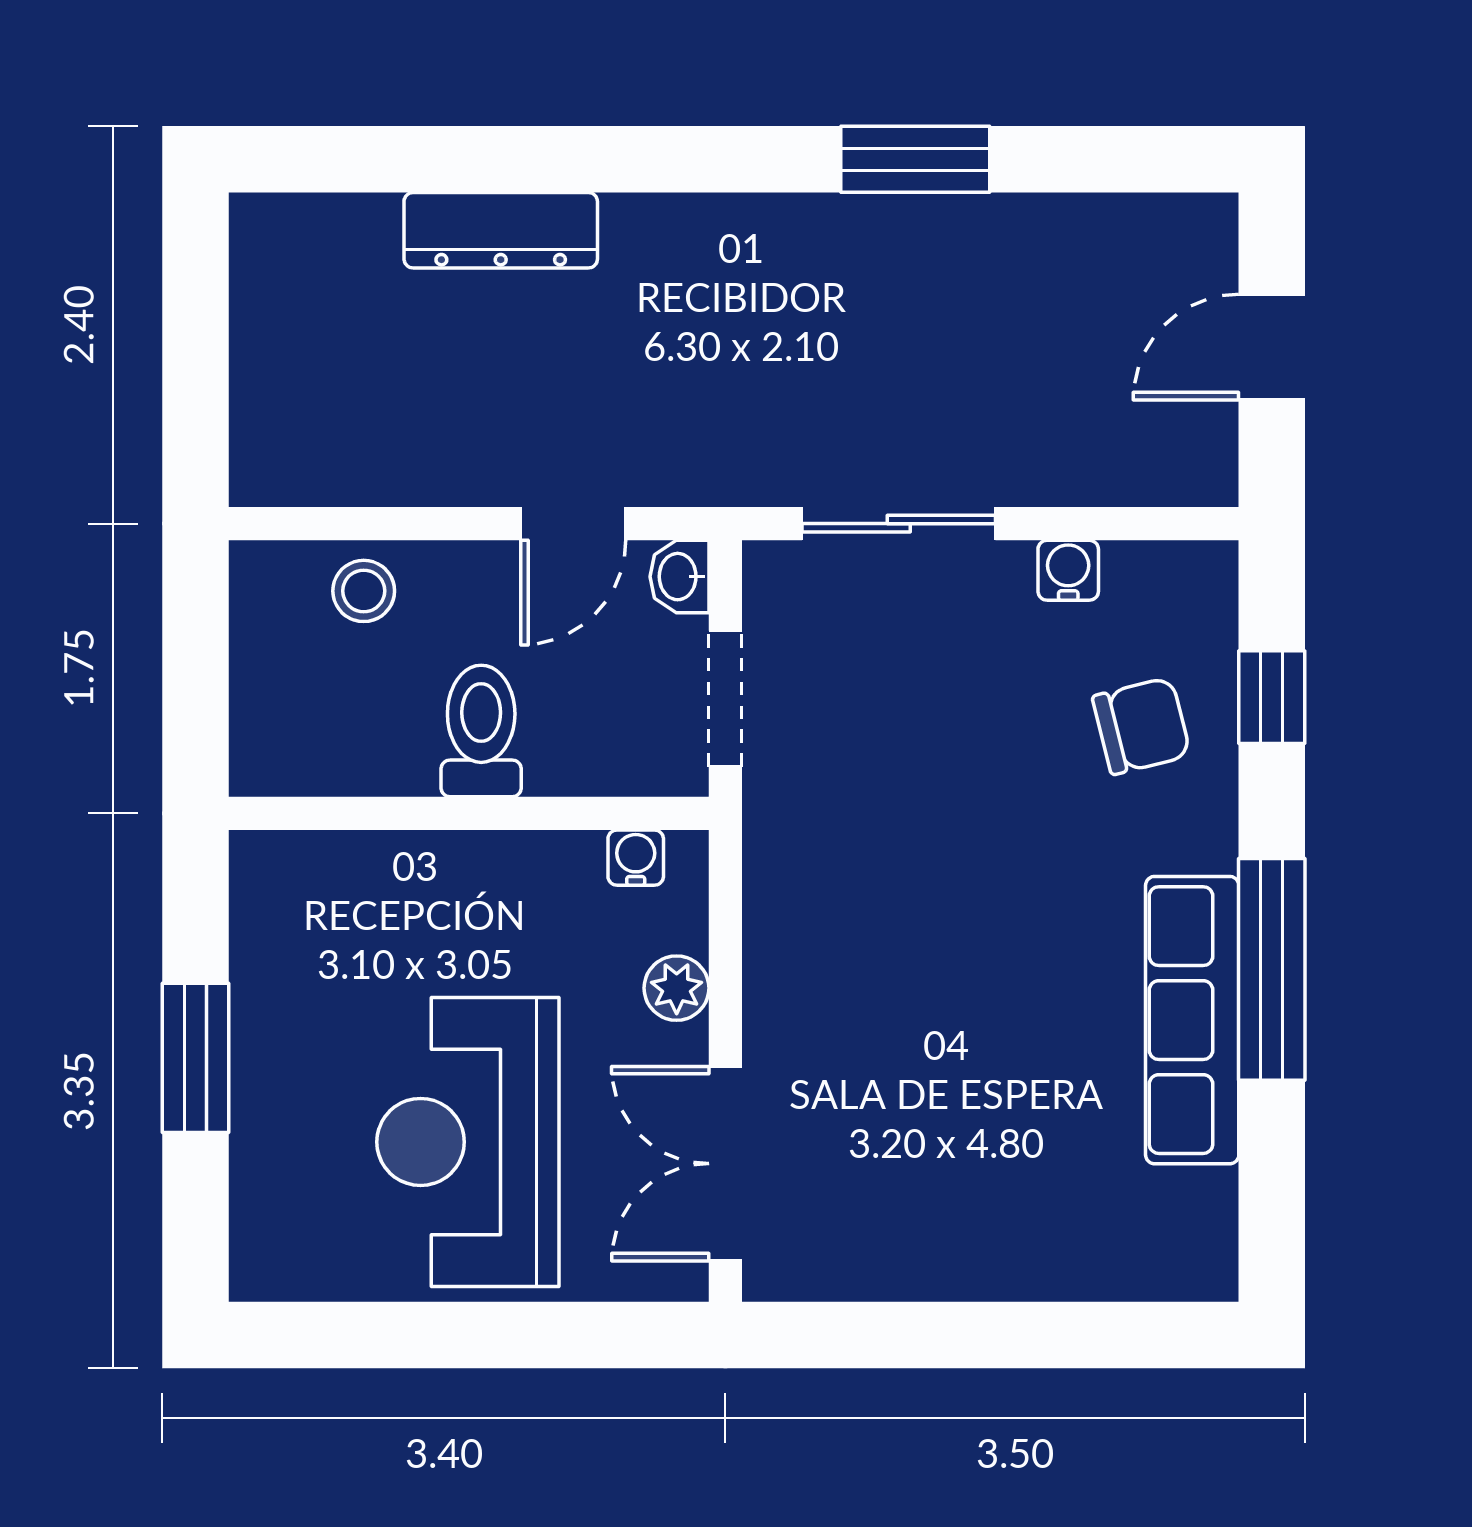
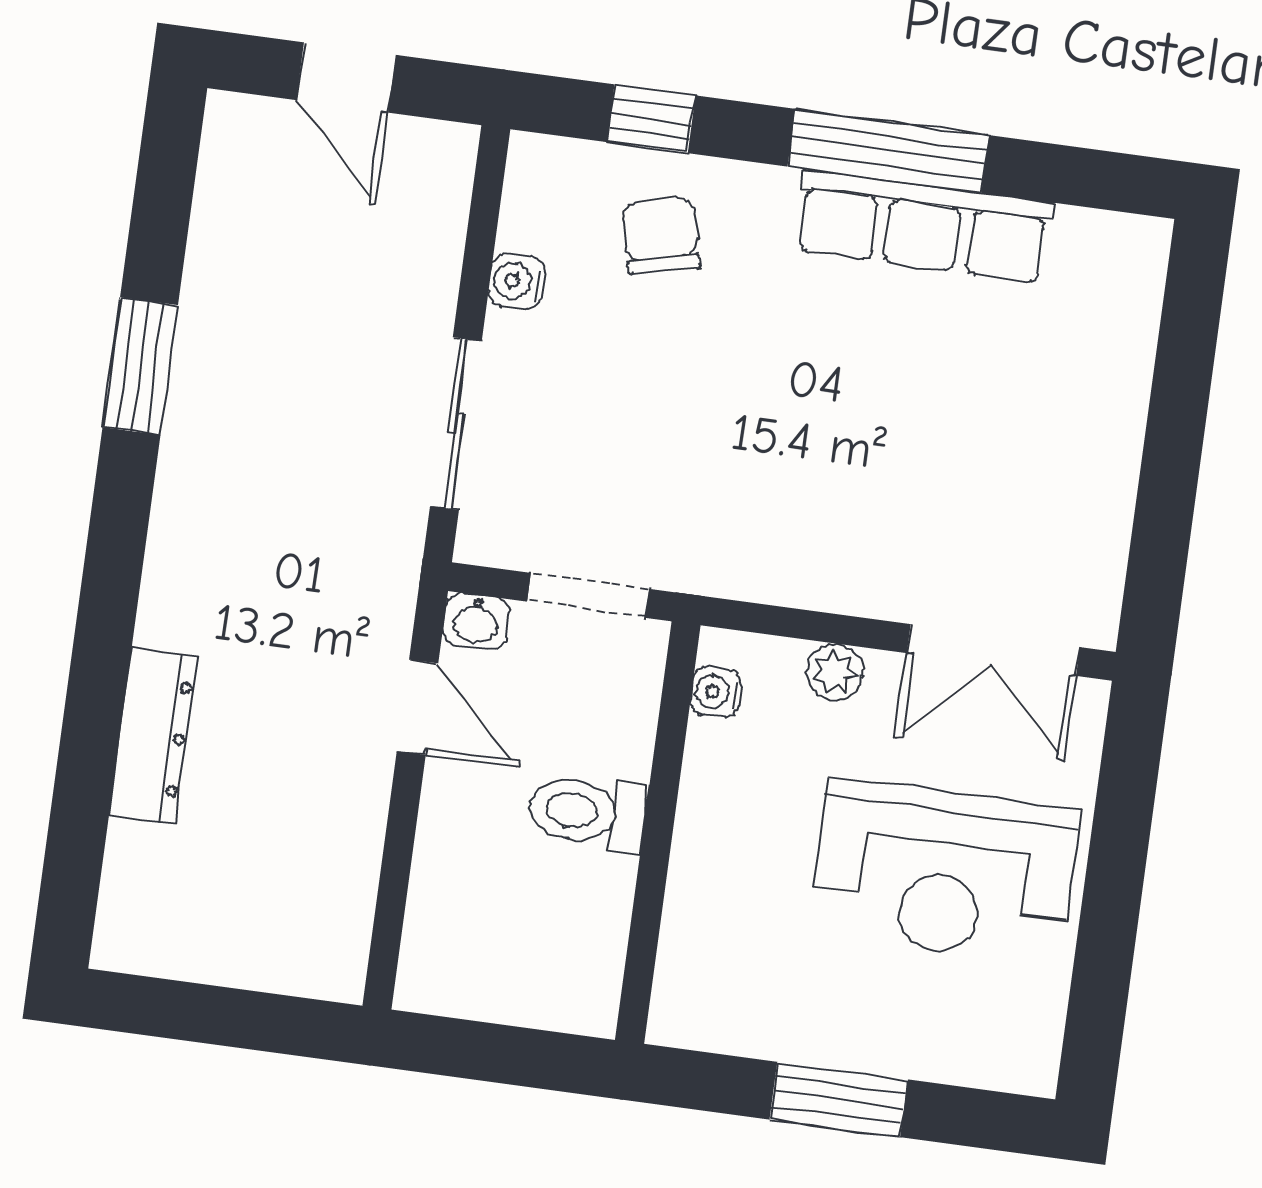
stool: (364, 591) -> (451, 898), removed

